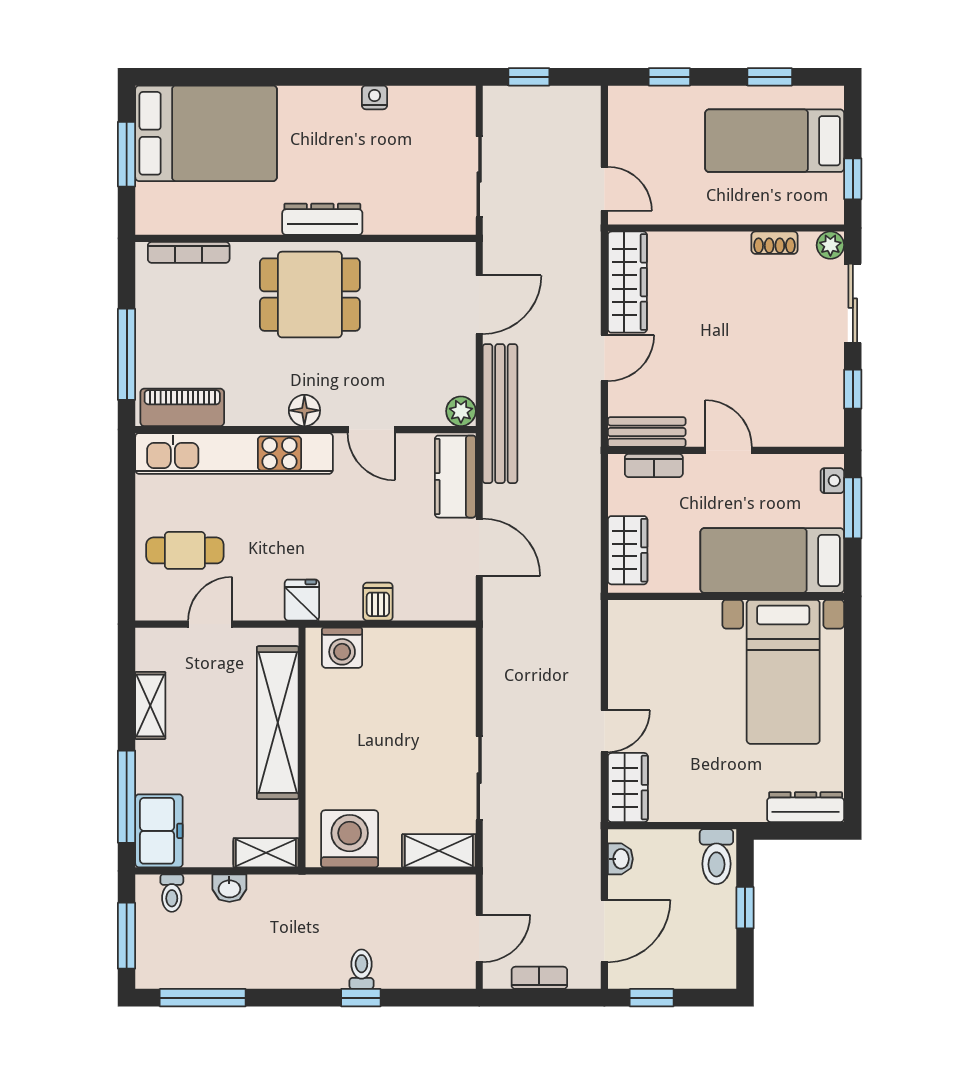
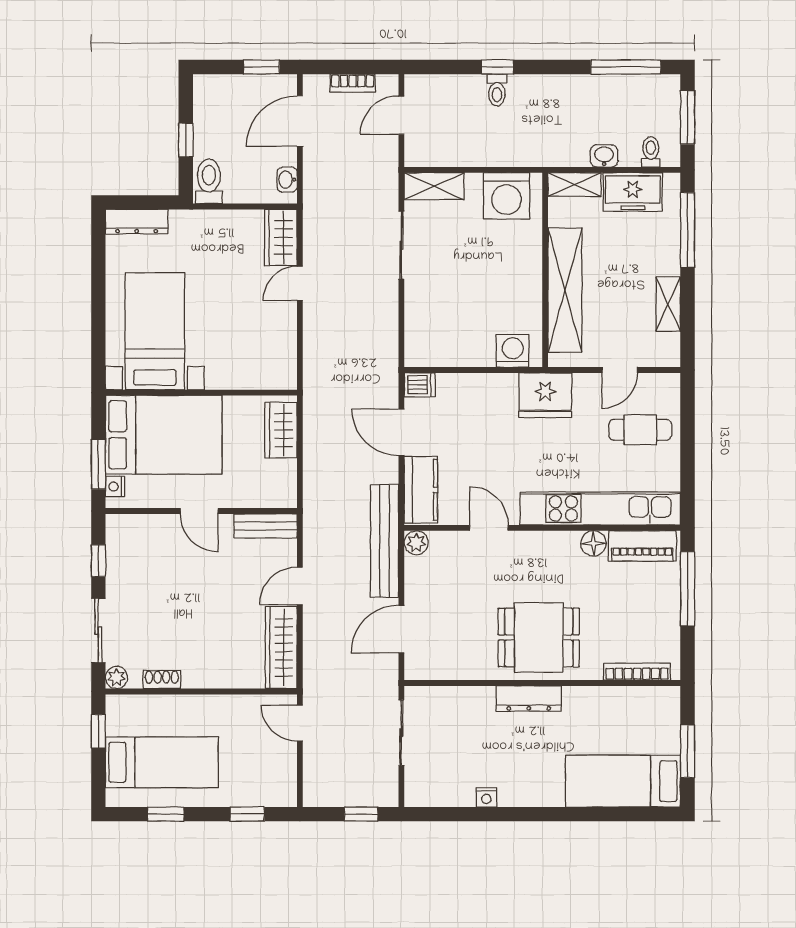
bed: (206, 133) -> (623, 781), width x0.67
floor lamp: (304, 410) -> (593, 543), moved
bookcase: (654, 465) -> (260, 499), removed
bed: (772, 561) -> (164, 435), width x1.50
fridge: (302, 600) -> (545, 395), width x1.88, depth x1.34
dishwasher: (378, 602) -> (420, 385), moved, turned -90
freezer: (159, 831) -> (633, 192), moved, turned -90

